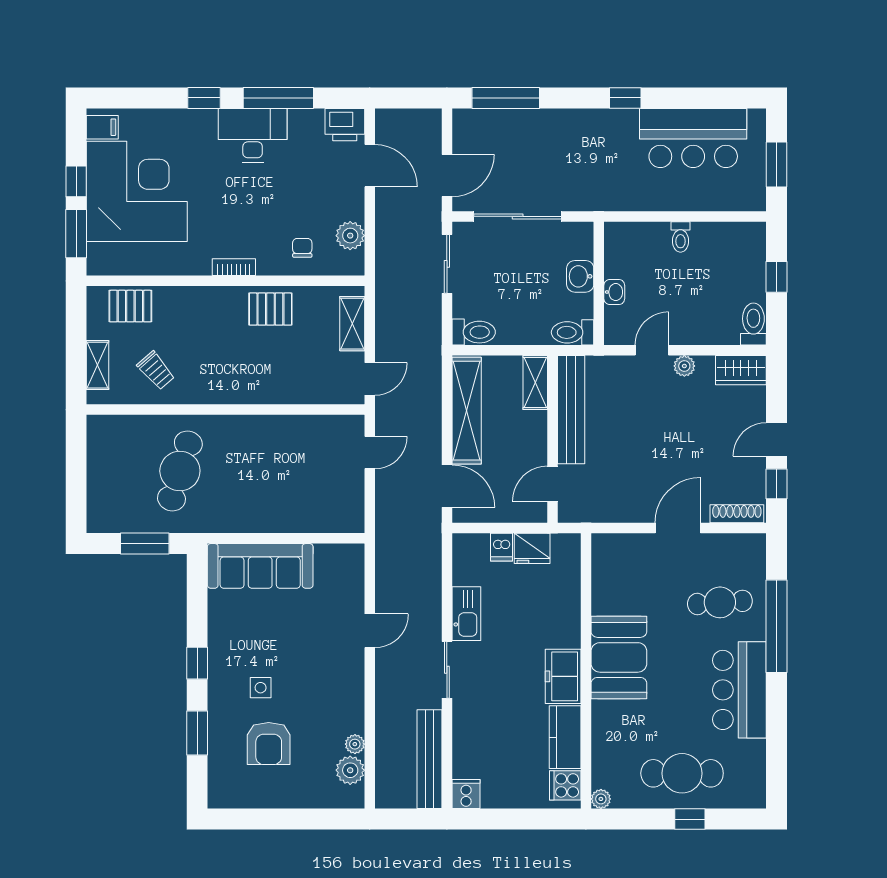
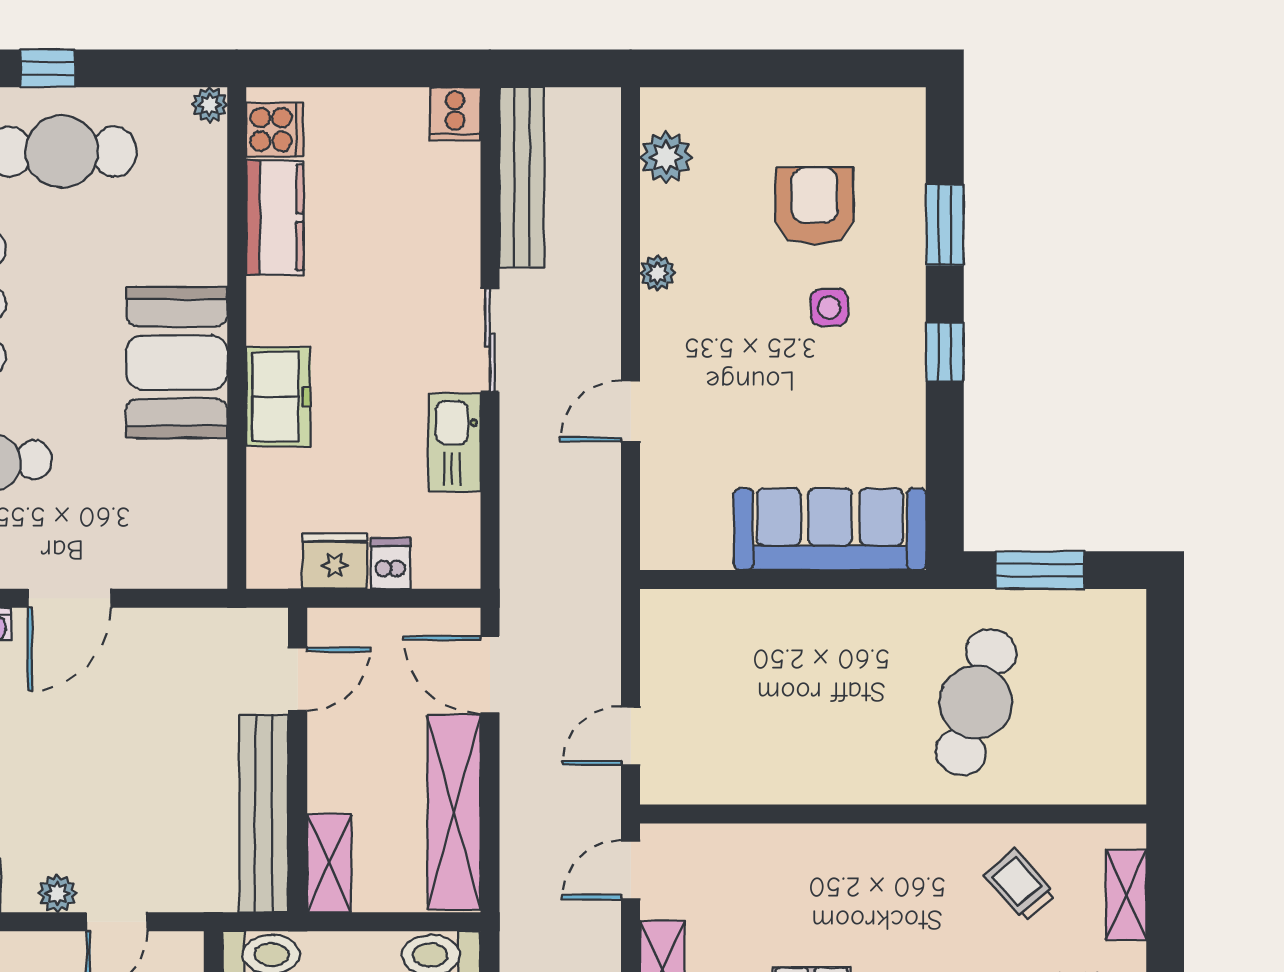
freezer: (563, 676) -> (278, 397), moved
plant: (355, 744) -> (658, 273), moved

